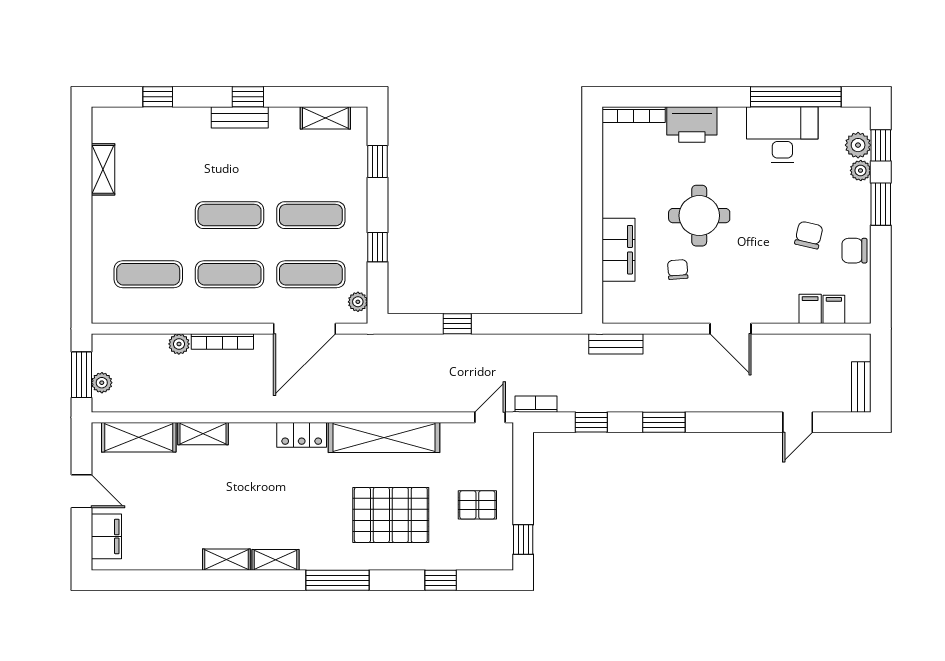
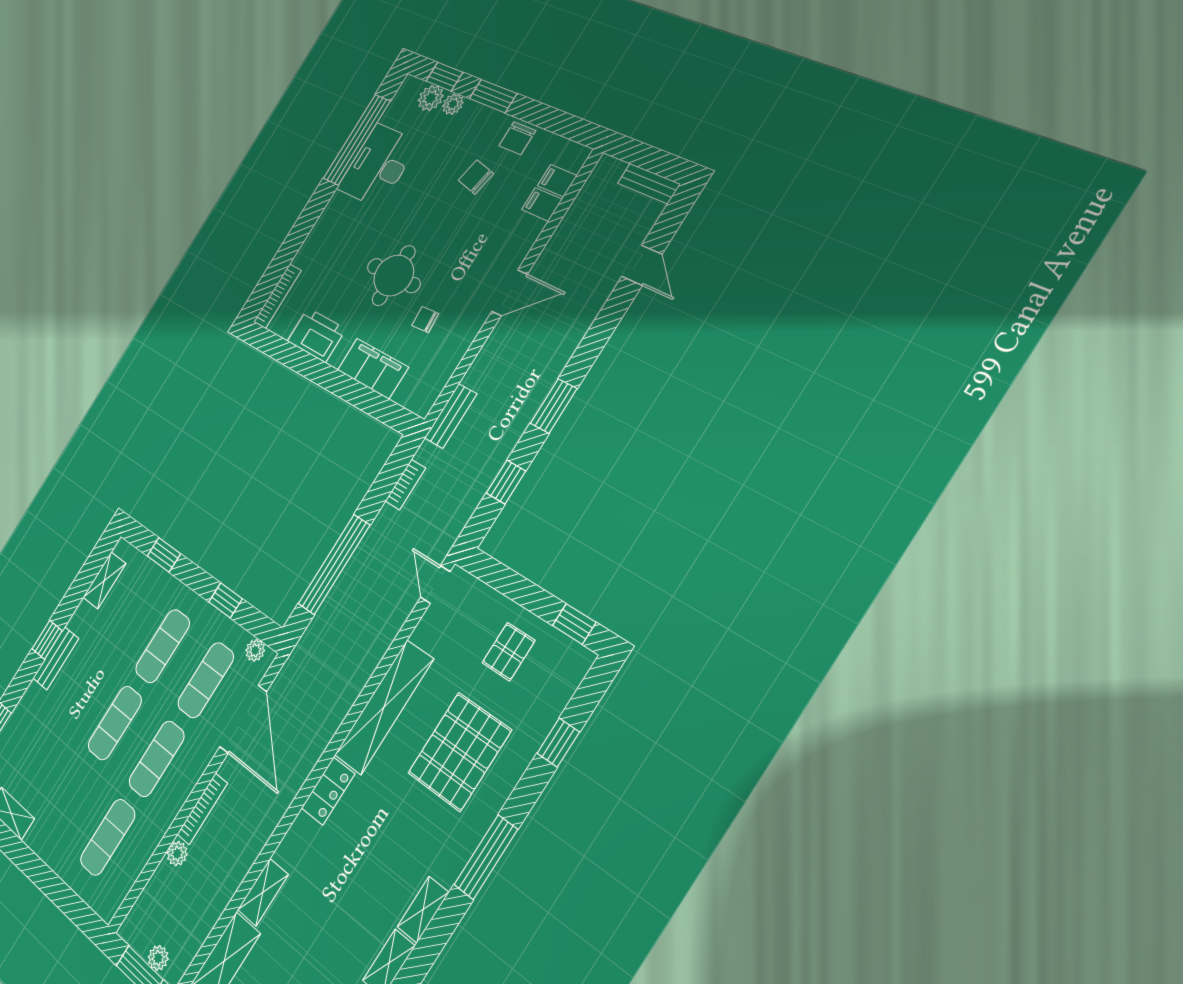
printer: (692, 124) -> (317, 335), moved, turned -90
window: (457, 324) -> (334, 564), width x3.17
bookcase: (536, 404) -> (405, 485), moved, turned 180

